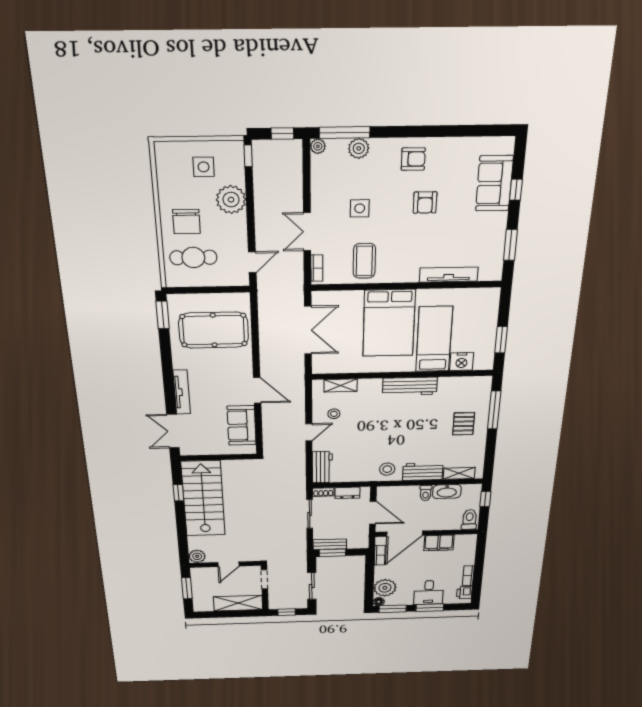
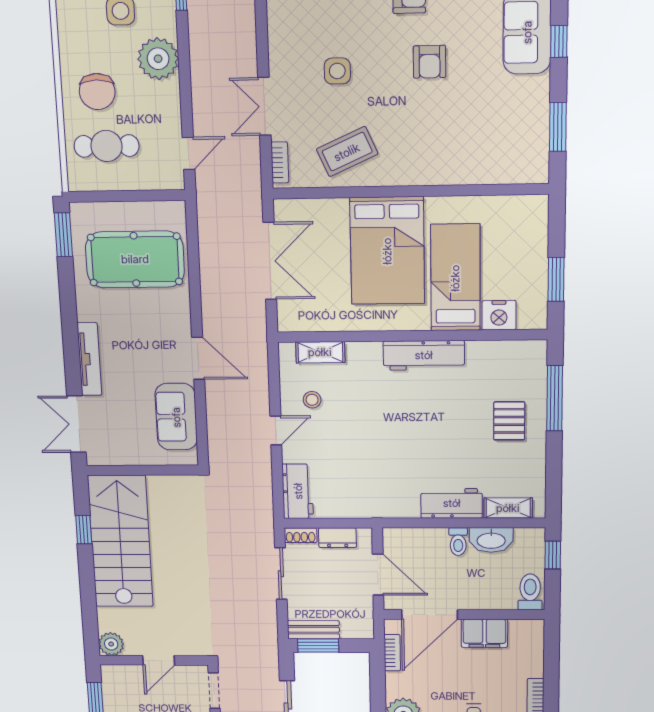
coffee table: (364, 261) -> (347, 152), turned 66
tv unit: (449, 275) -> (471, 174), removed
stool: (387, 469) -> (397, 497), removed

